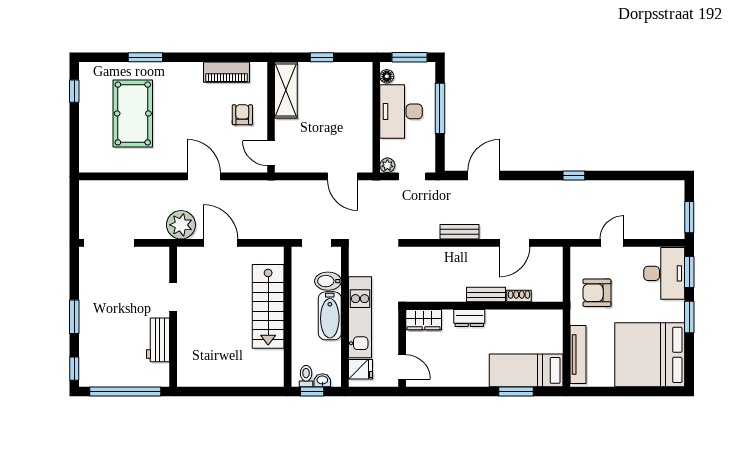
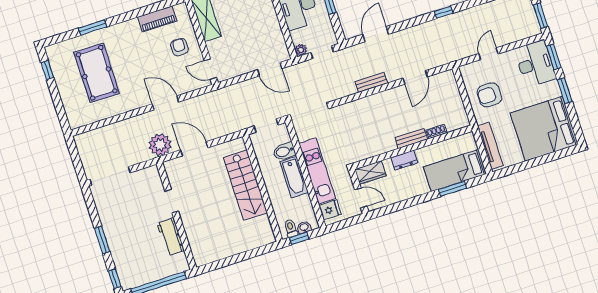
bench: (486, 295) -> (411, 138), moved
shoe rack: (519, 296) -> (436, 132), moved
wall: (484, 306) -> (413, 147), moved
dresser: (469, 318) -> (404, 160), moved
wardrobe: (424, 320) -> (370, 172), moved

